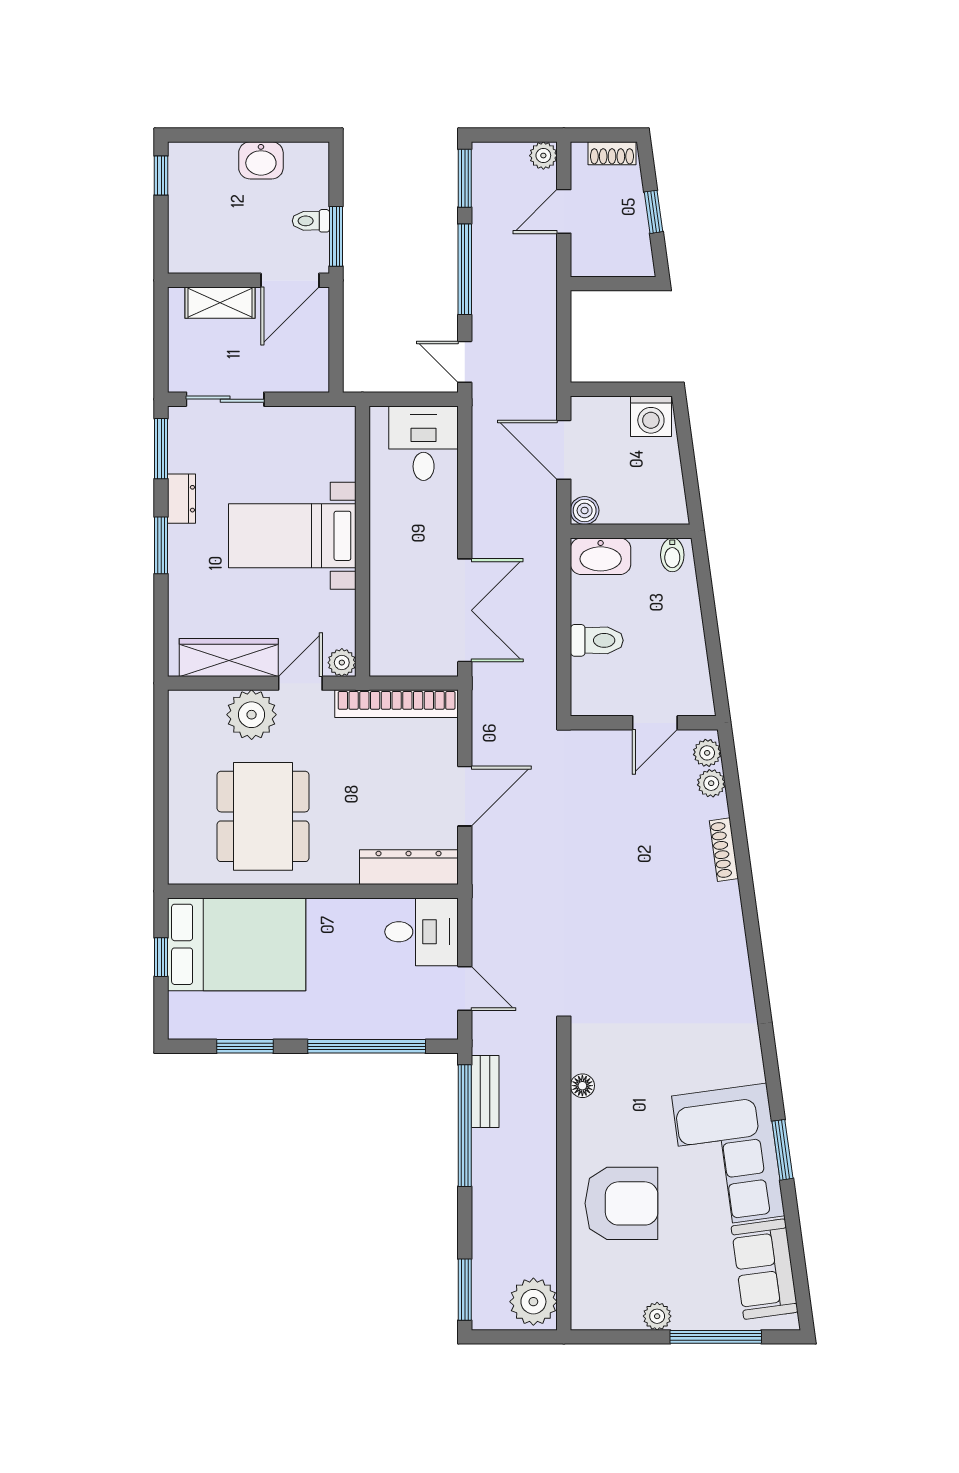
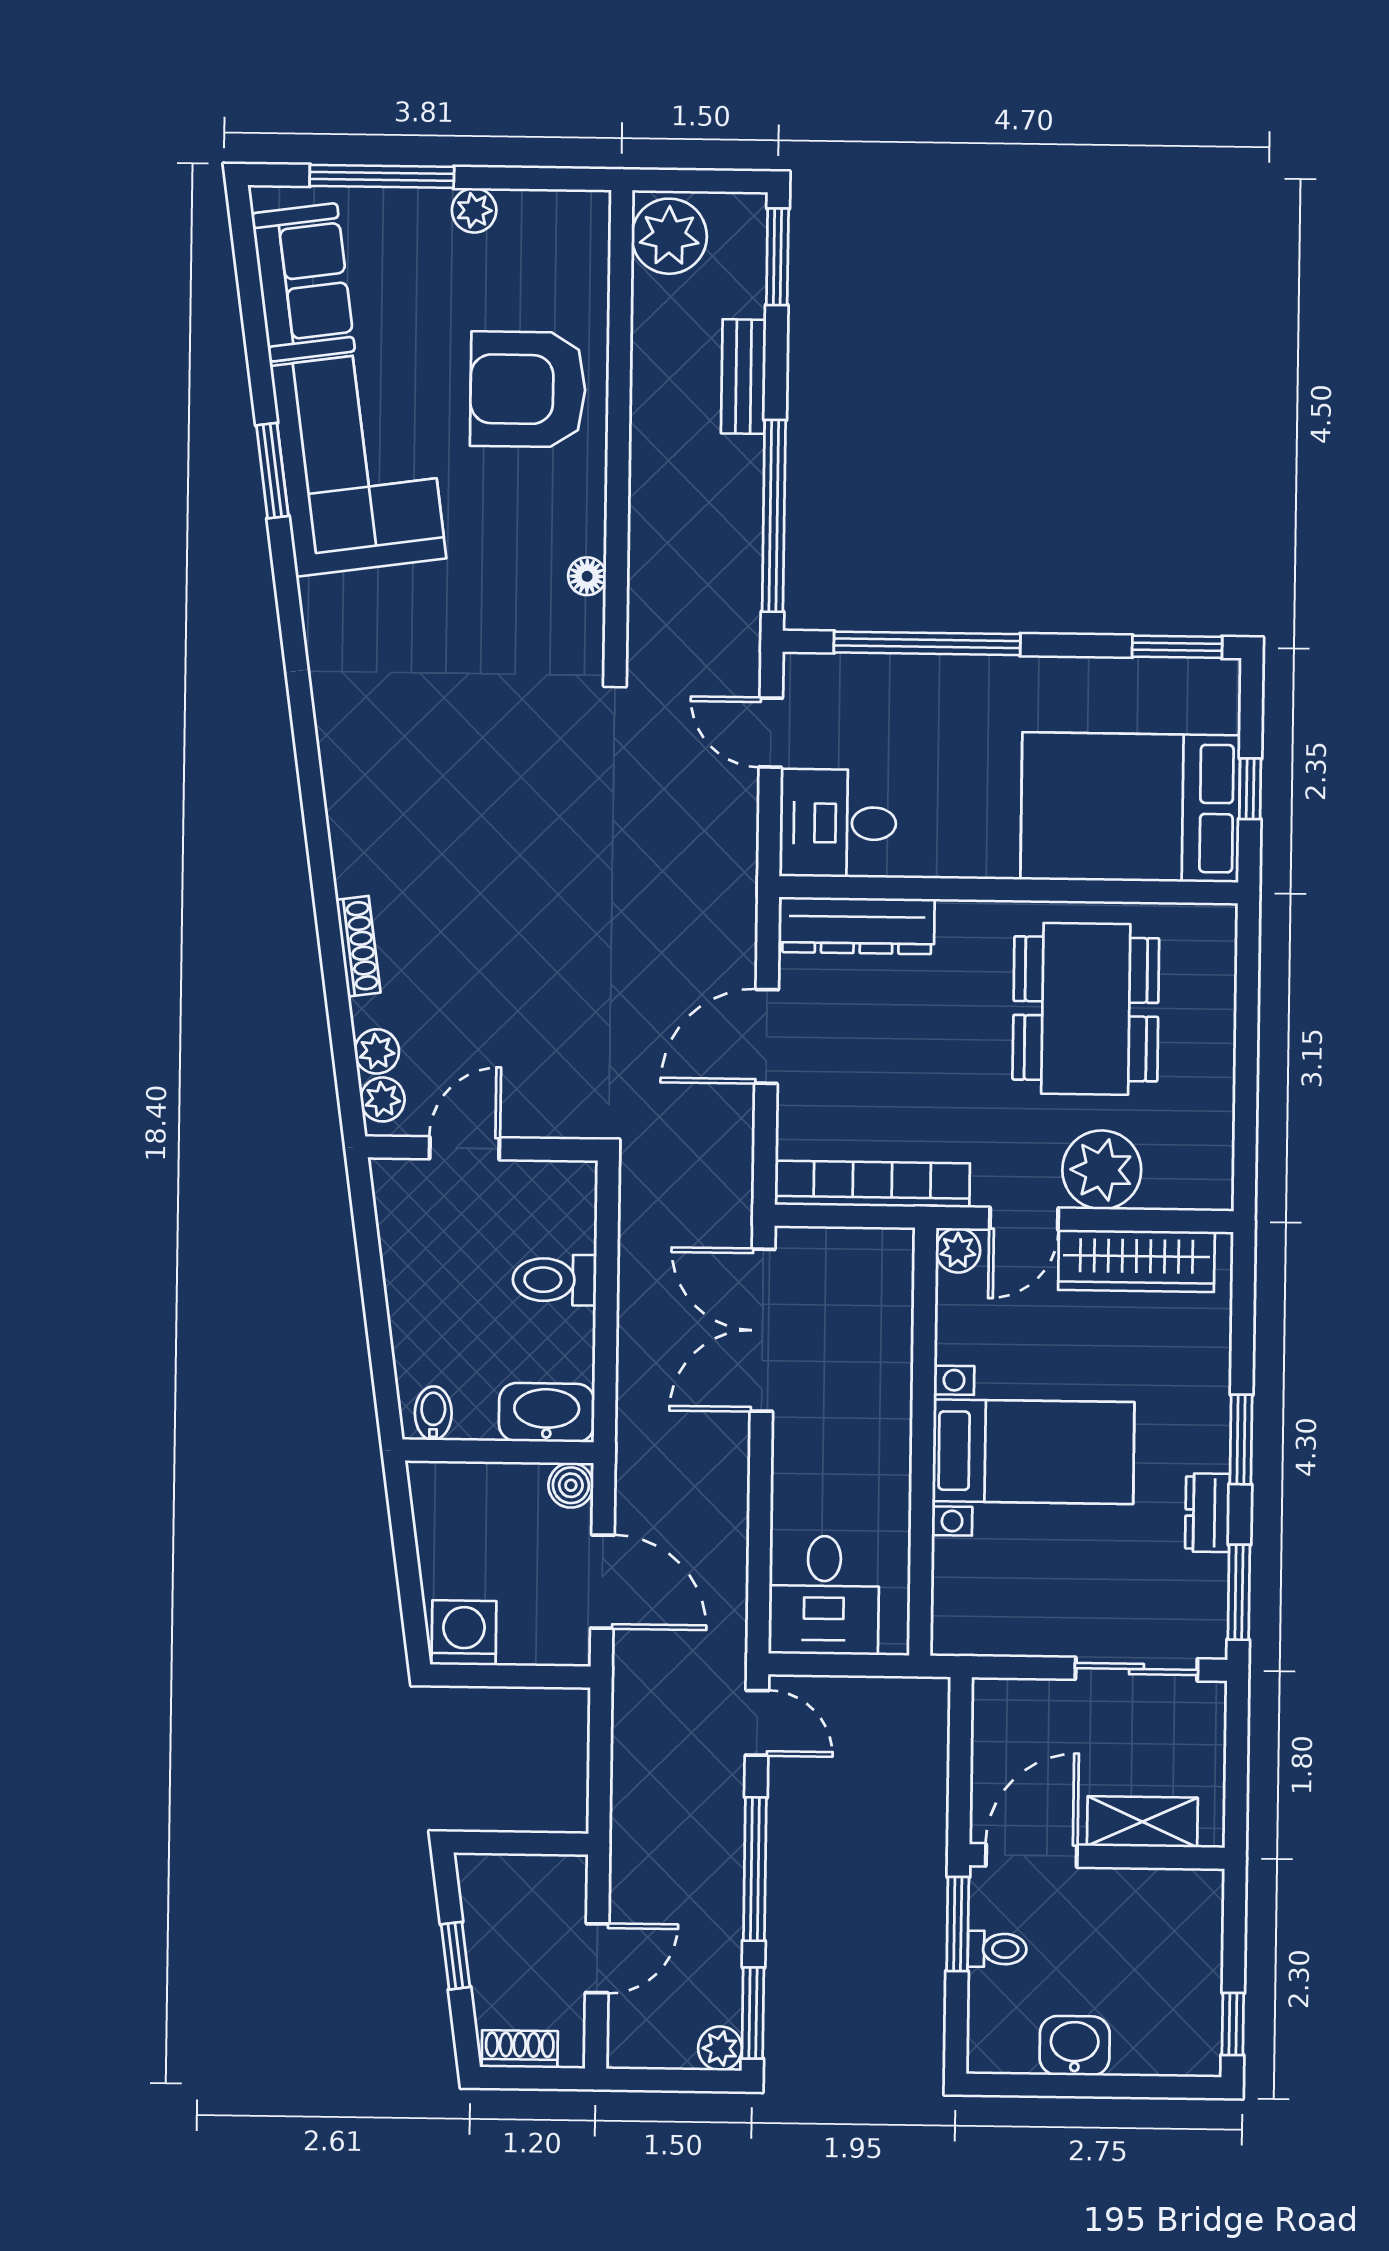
plant: (543, 156) -> (720, 2048), moved
window: (245, 1046) -> (1177, 647), moved
bench: (485, 1092) -> (744, 377), moved

